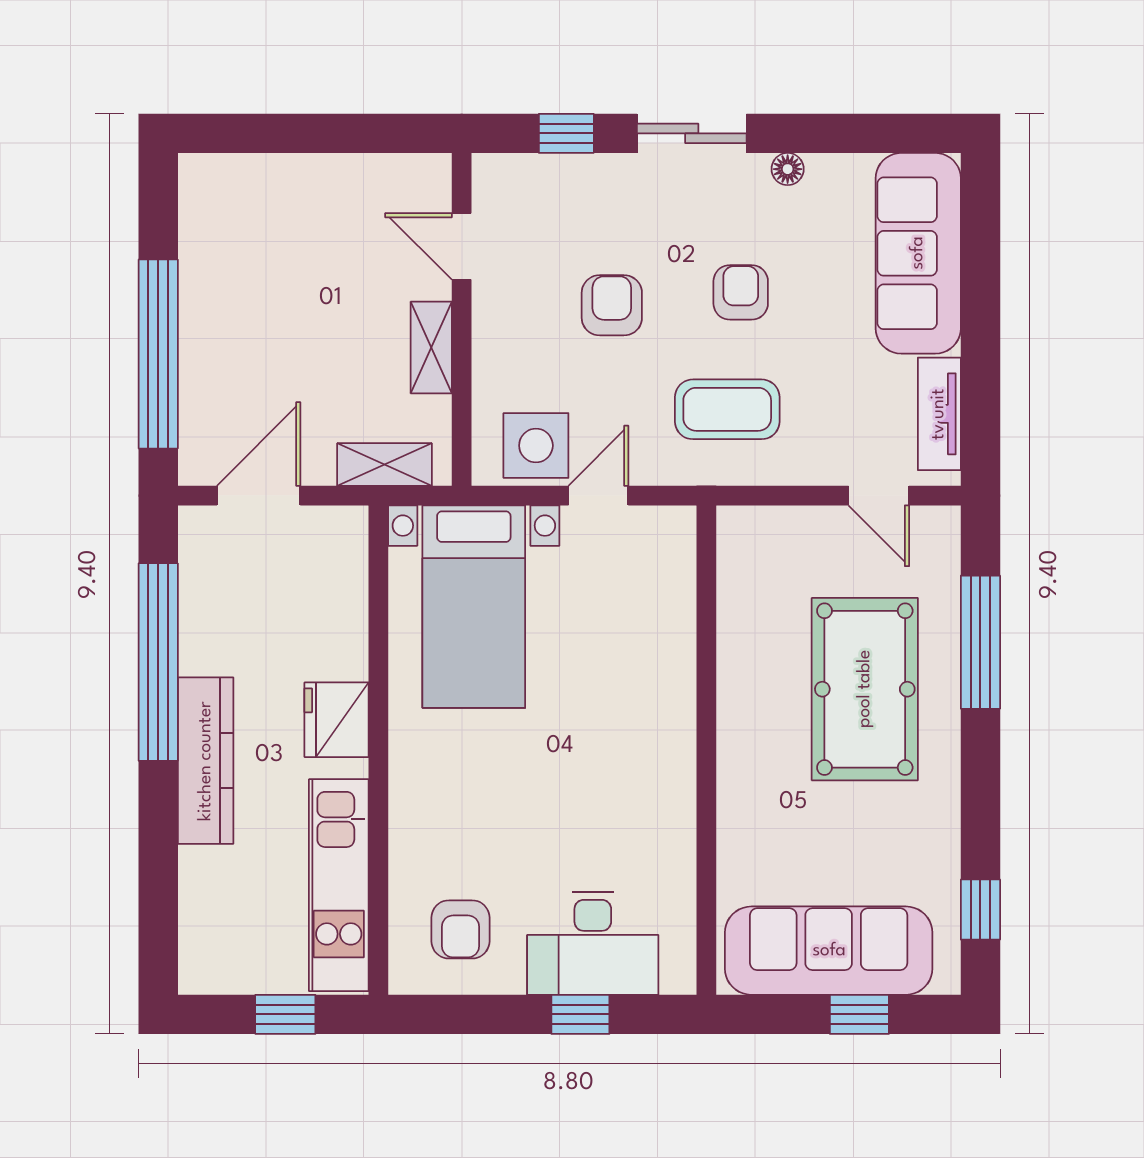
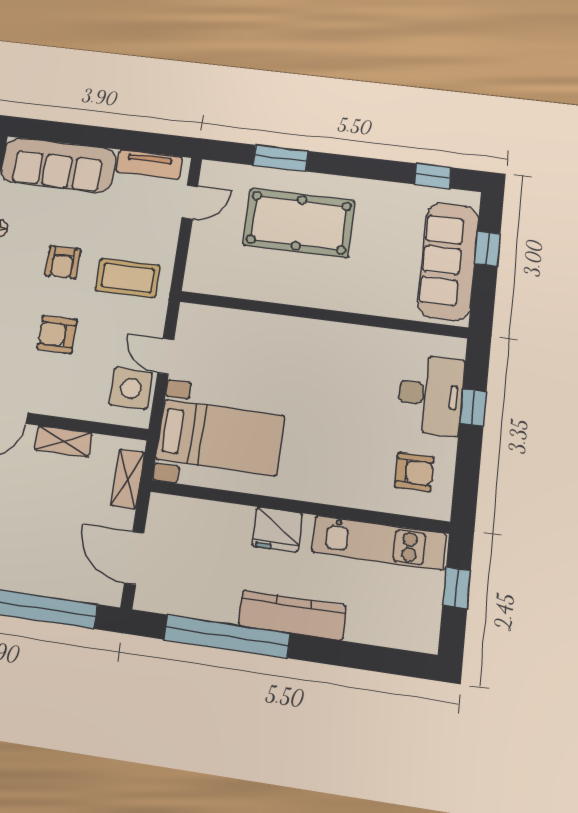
armchair: (741, 292) -> (63, 262), turned -90
coffee table: (727, 409) -> (128, 278), turned 90
window: (980, 642) -> (280, 158), width x0.69

